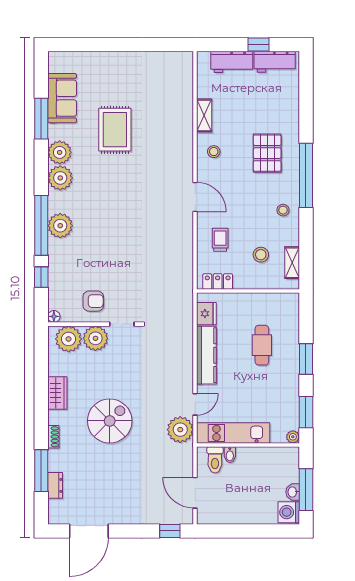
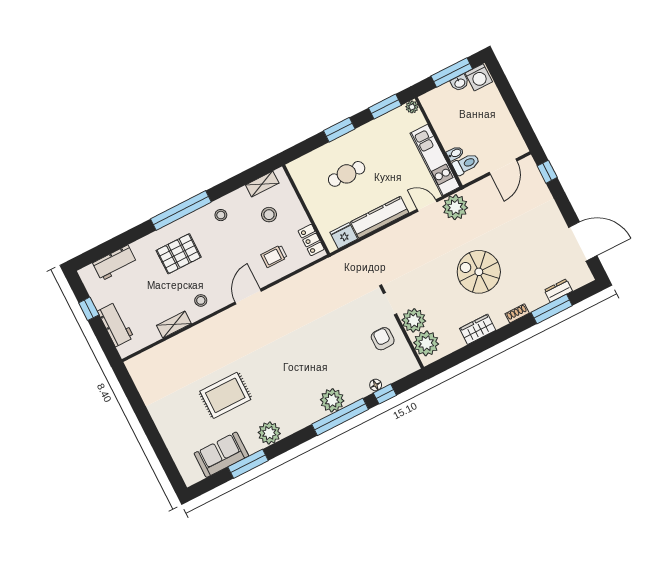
workbench: (275, 62) -> (115, 263), moved, turned 90
plant: (60, 178) -> (291, 421), removed
floor lamp: (54, 316) -> (376, 385), moved

